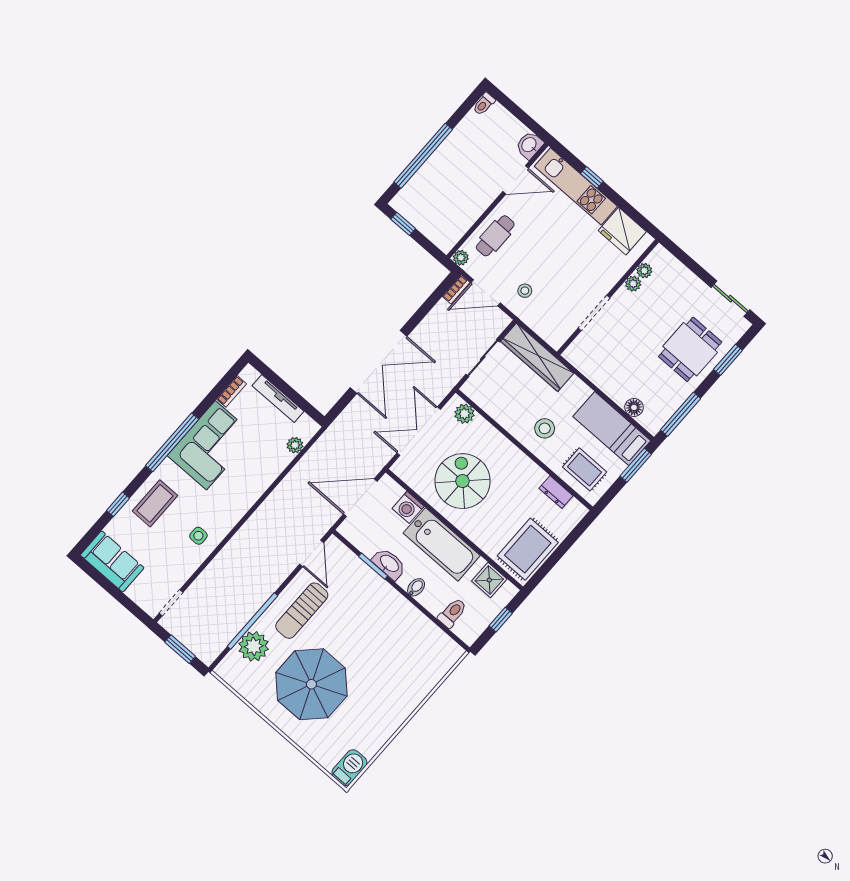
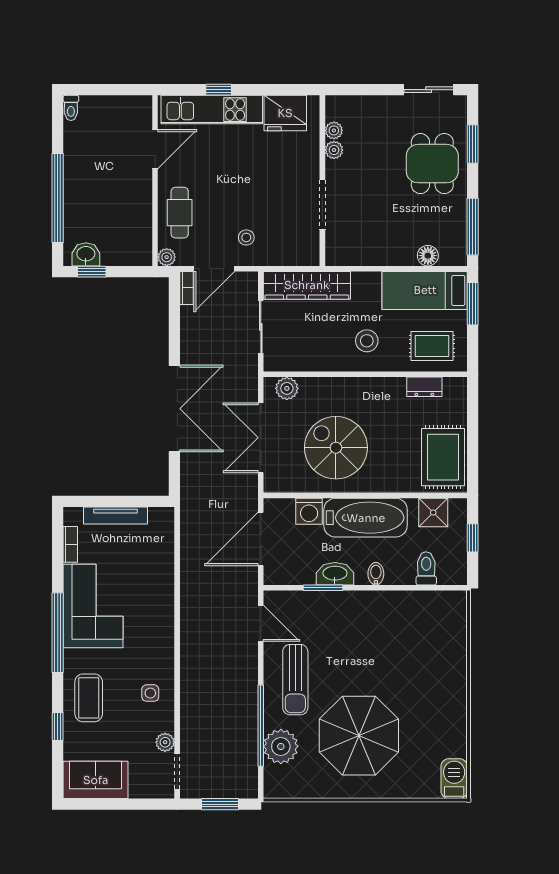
washbasin: (529, 145) -> (86, 254), moved, turned 90
plant: (295, 445) -> (165, 742), moved

